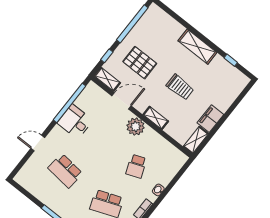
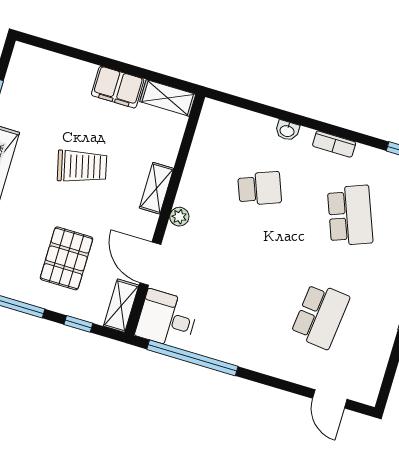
trolley: (180, 87) -> (82, 166), turned 76
desk: (75, 122) -> (167, 319), moved, turned 90
plant: (136, 127) -> (179, 217), width x0.53, depth x0.53
door: (38, 143) -> (330, 399), moved

